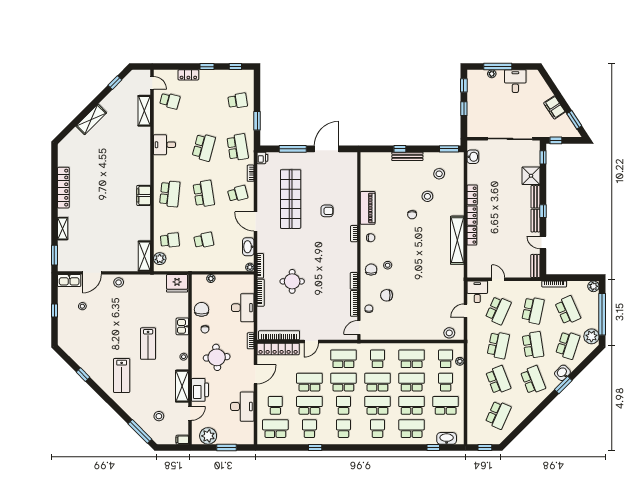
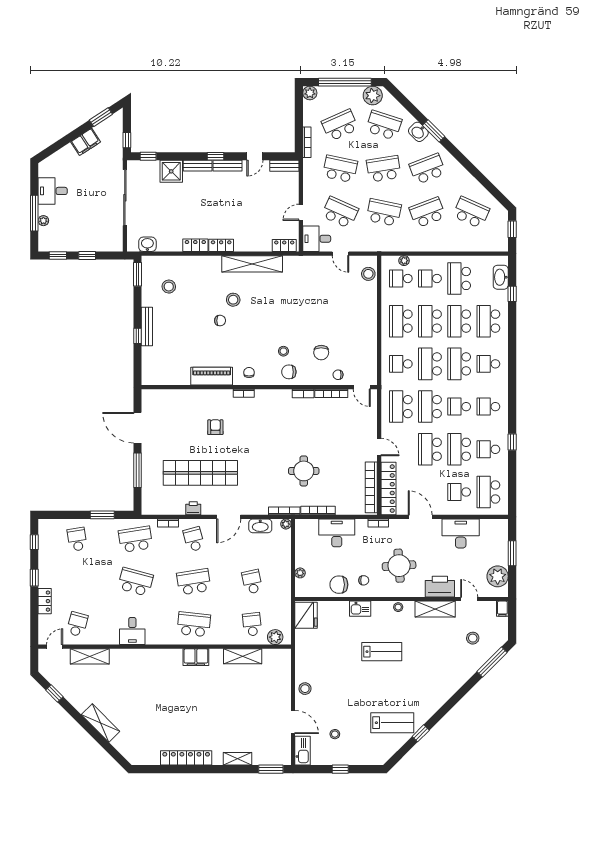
printer: (262, 158) -> (193, 508), moved
stool: (427, 196) -> (233, 300), moved
locker: (472, 236) -> (284, 245), moved
shelving: (144, 256) -> (243, 656), moved
lab bench: (122, 375) -> (392, 723), moved

